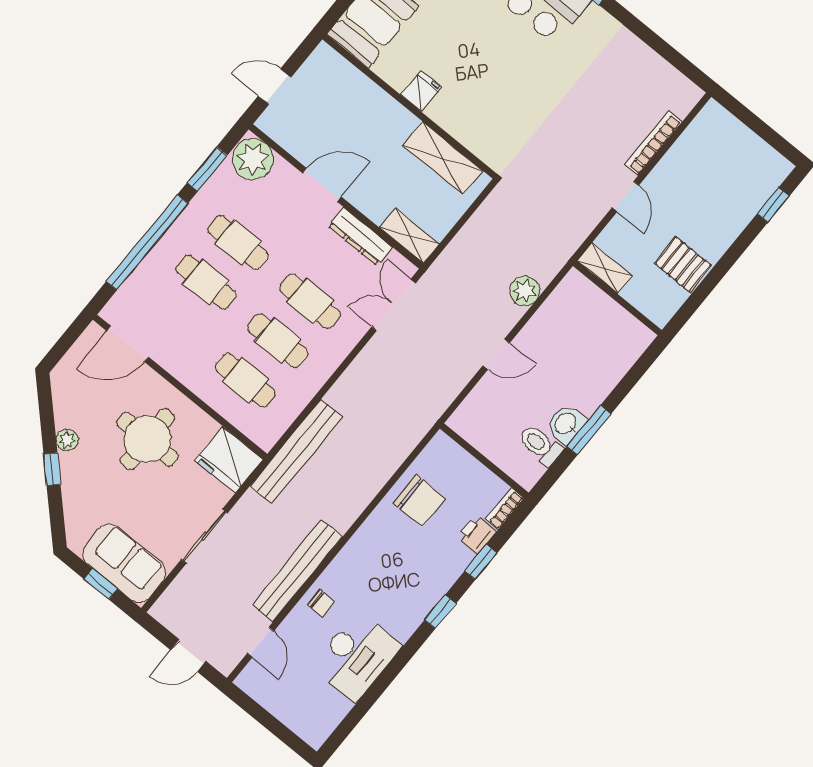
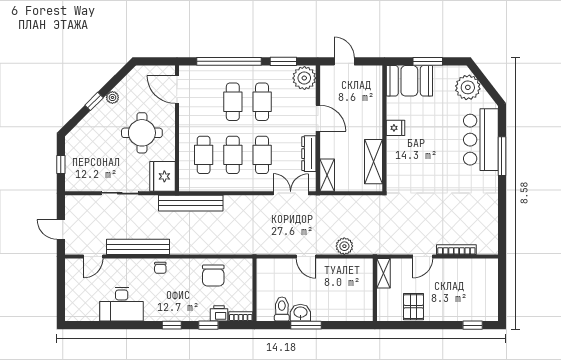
sofa: (124, 563) -> (79, 168), removed
chair: (321, 603) -> (160, 268), moved

